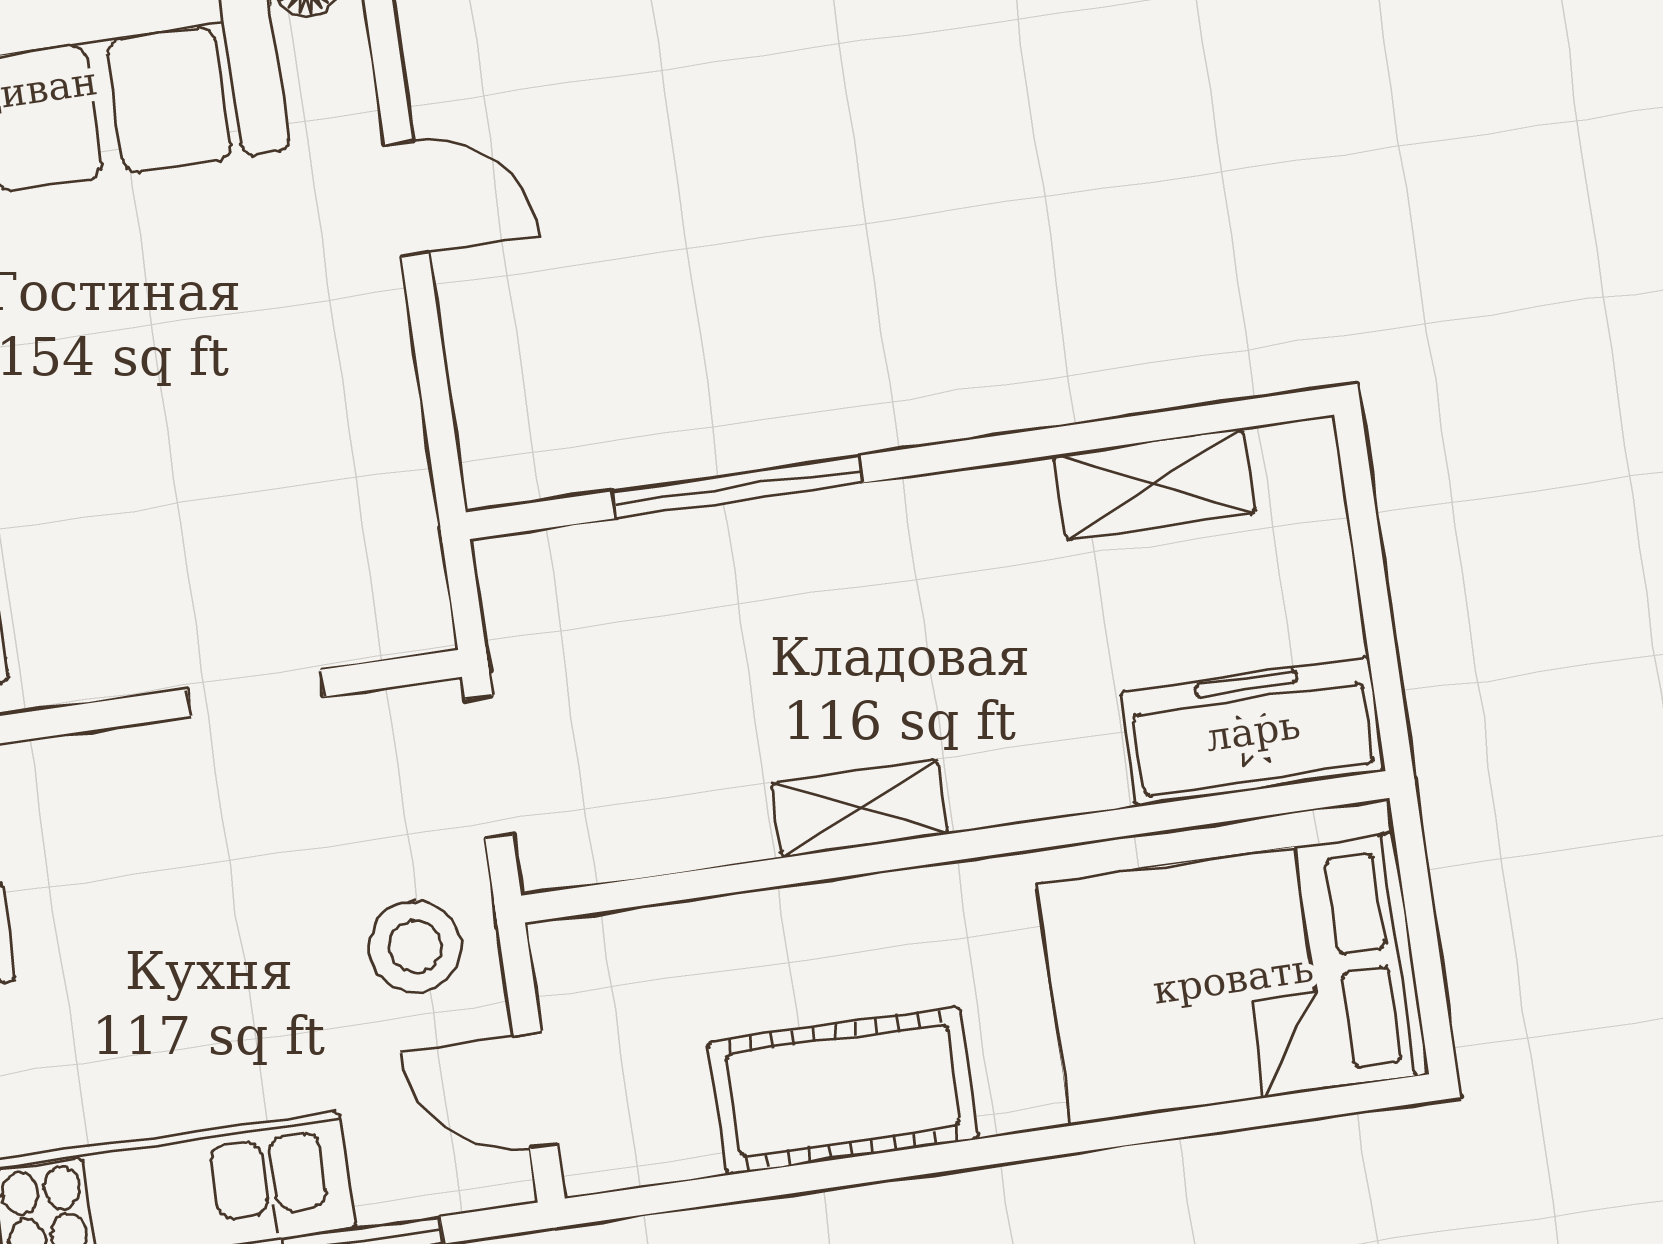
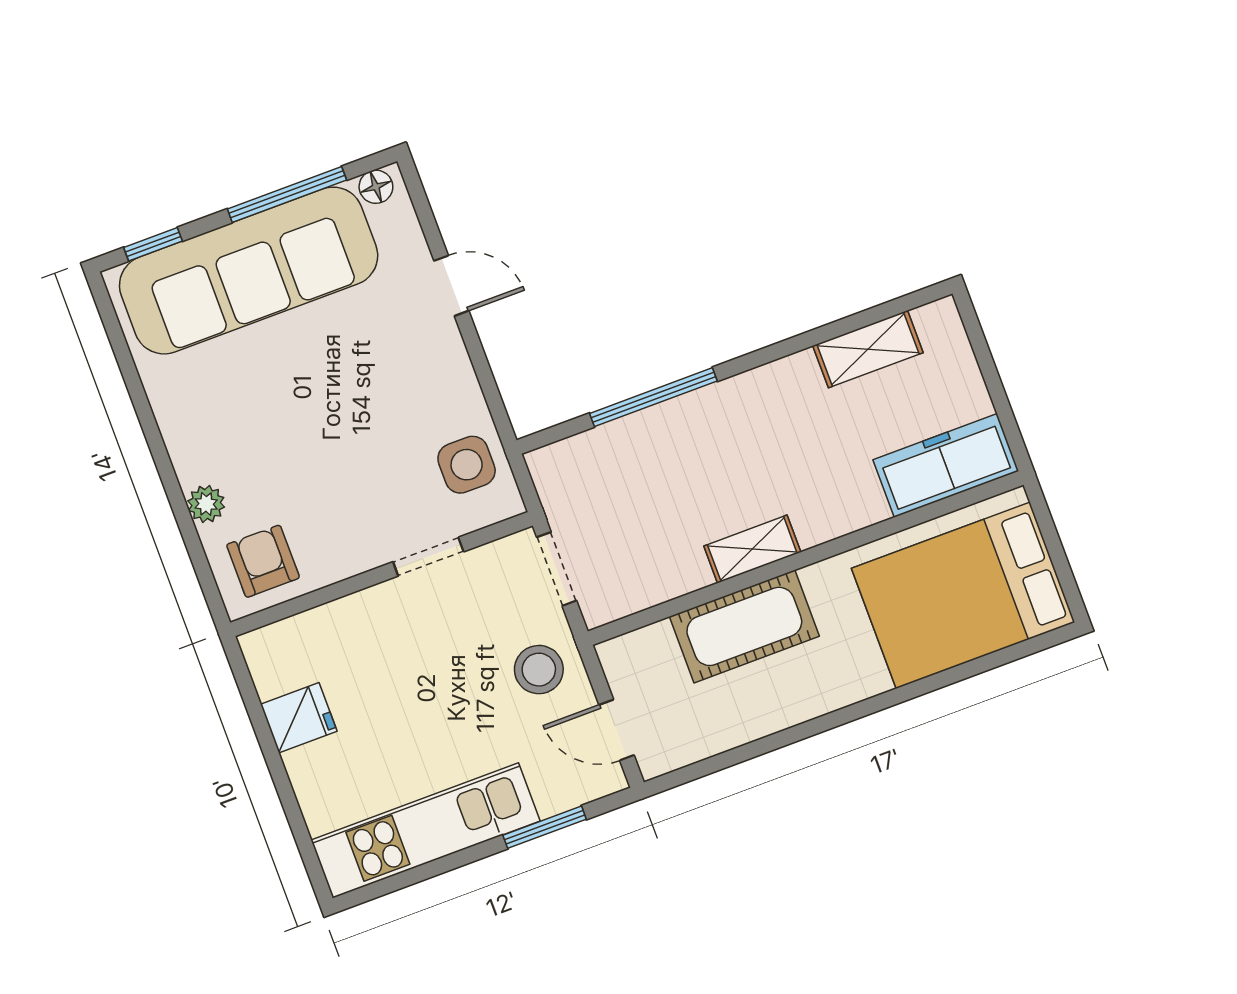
side table: (363, 537) -> (467, 465), added
cot: (843, 1090) -> (744, 626), moved

